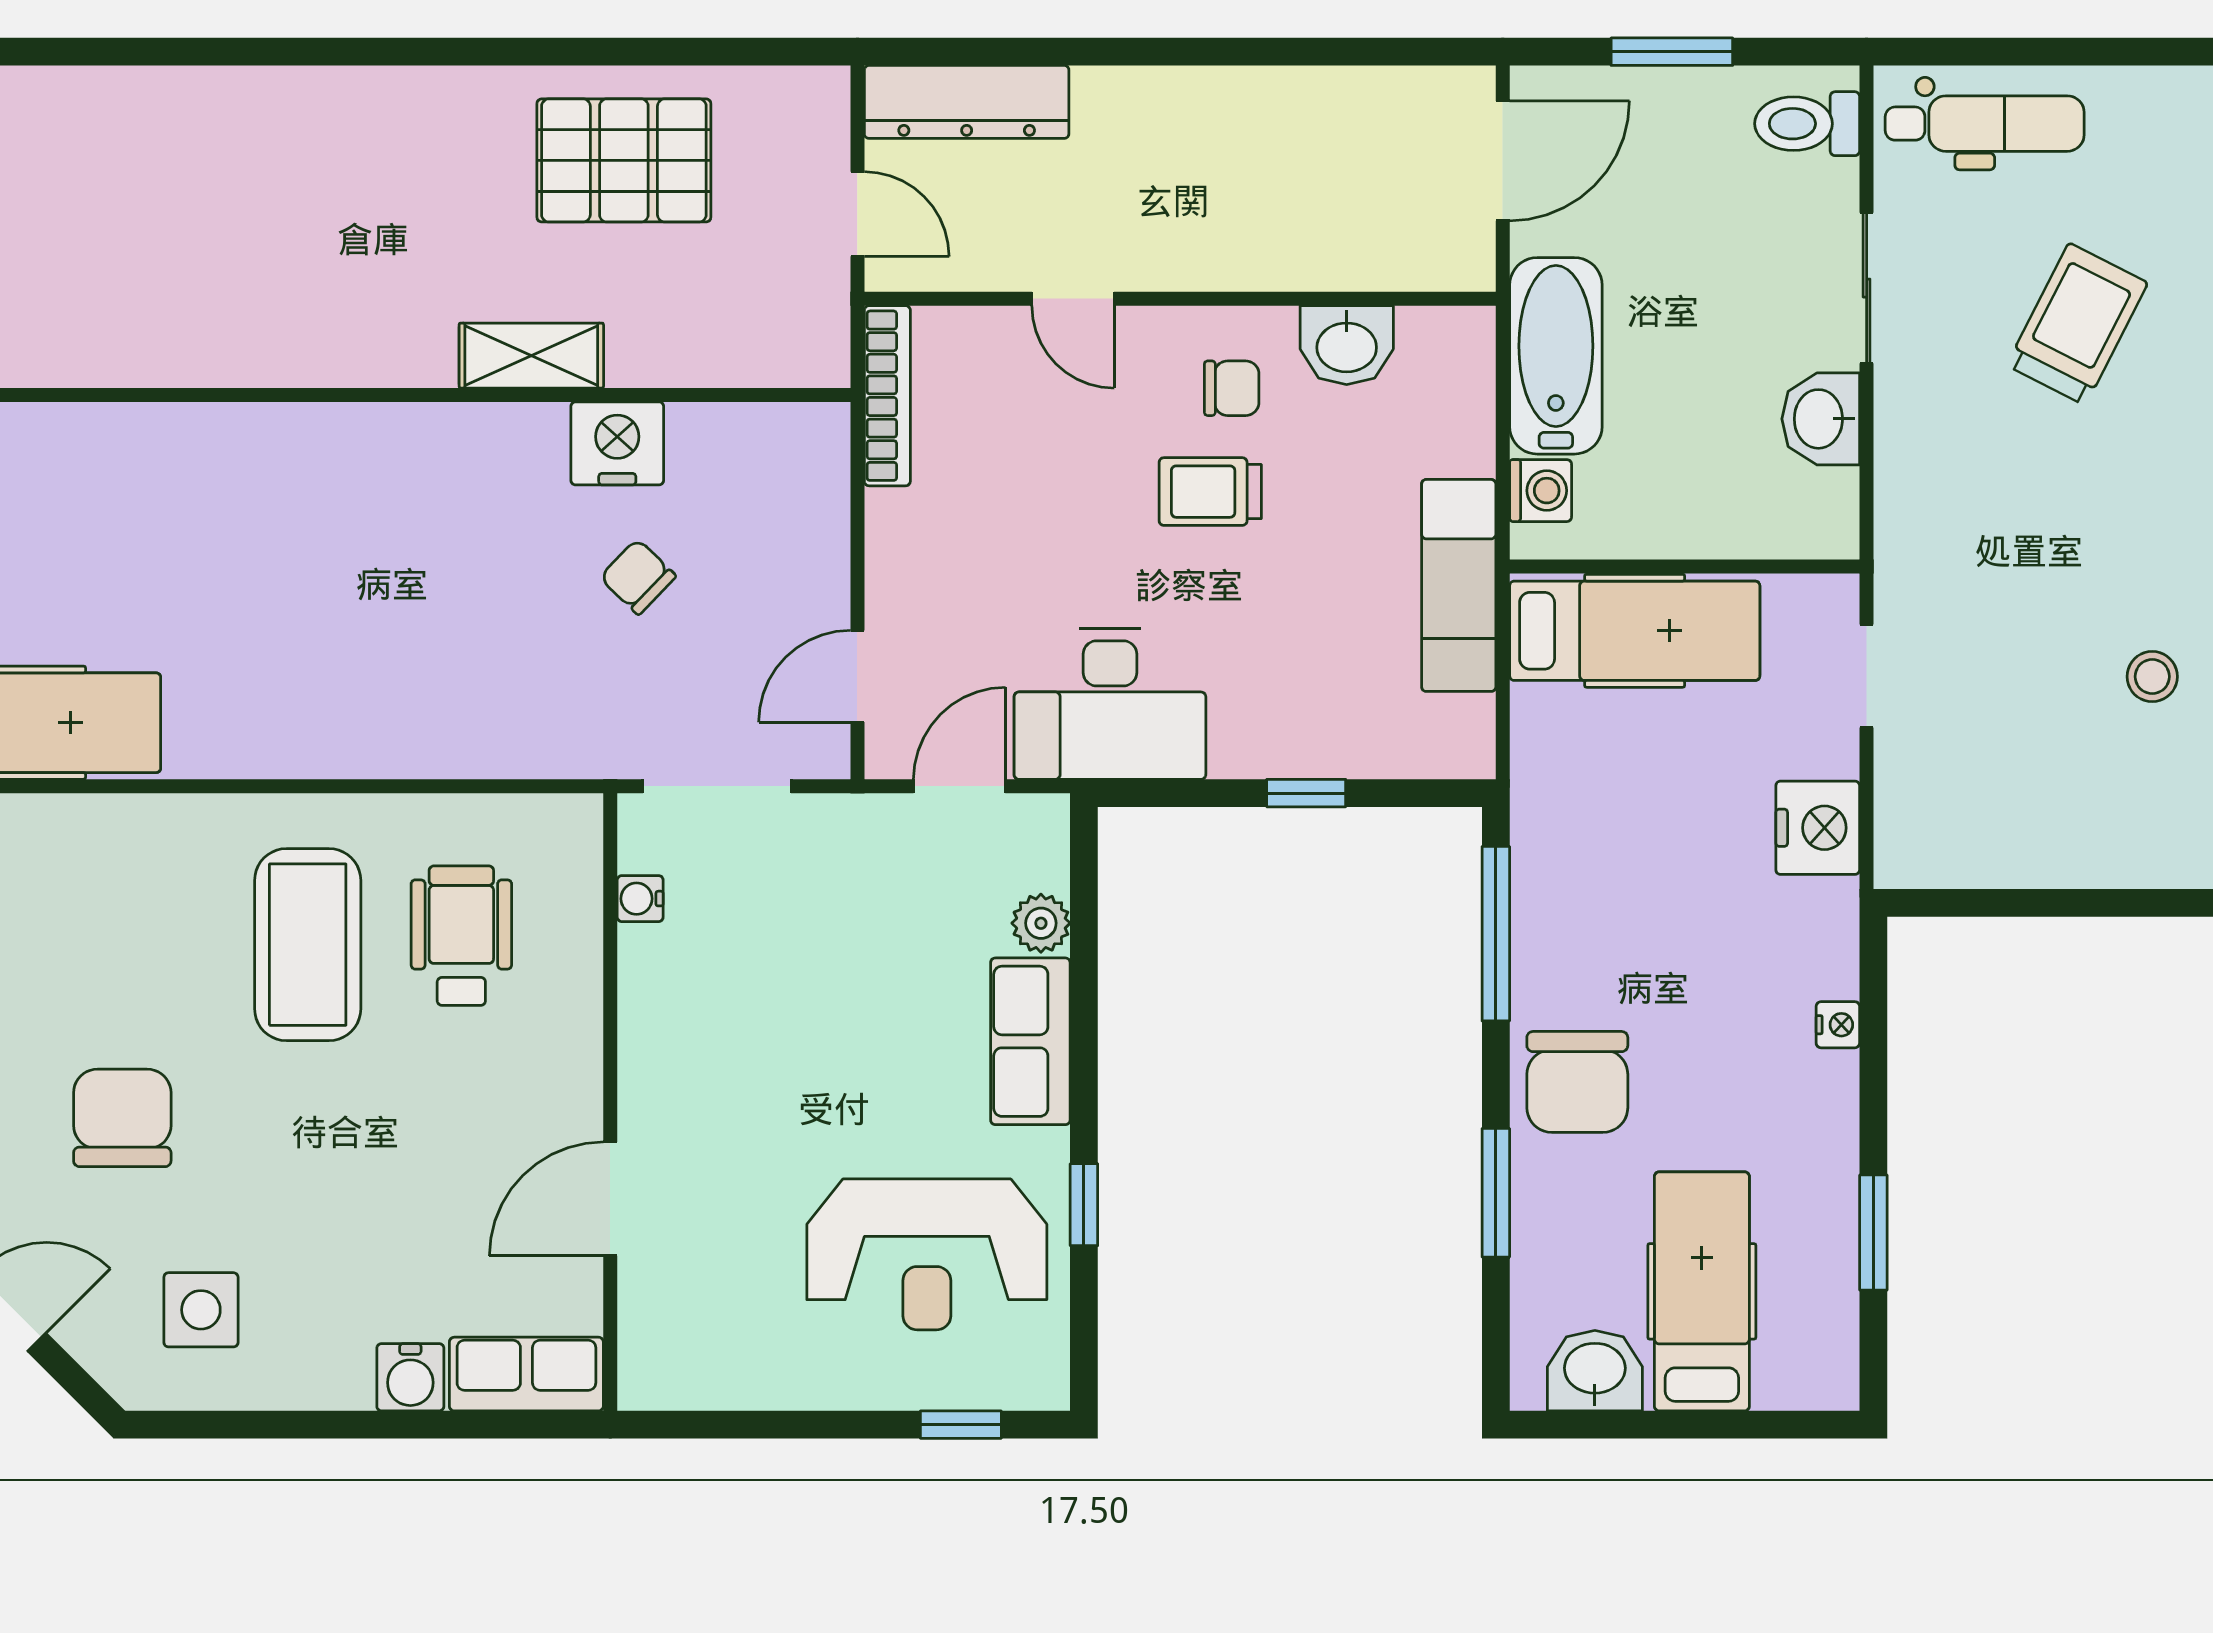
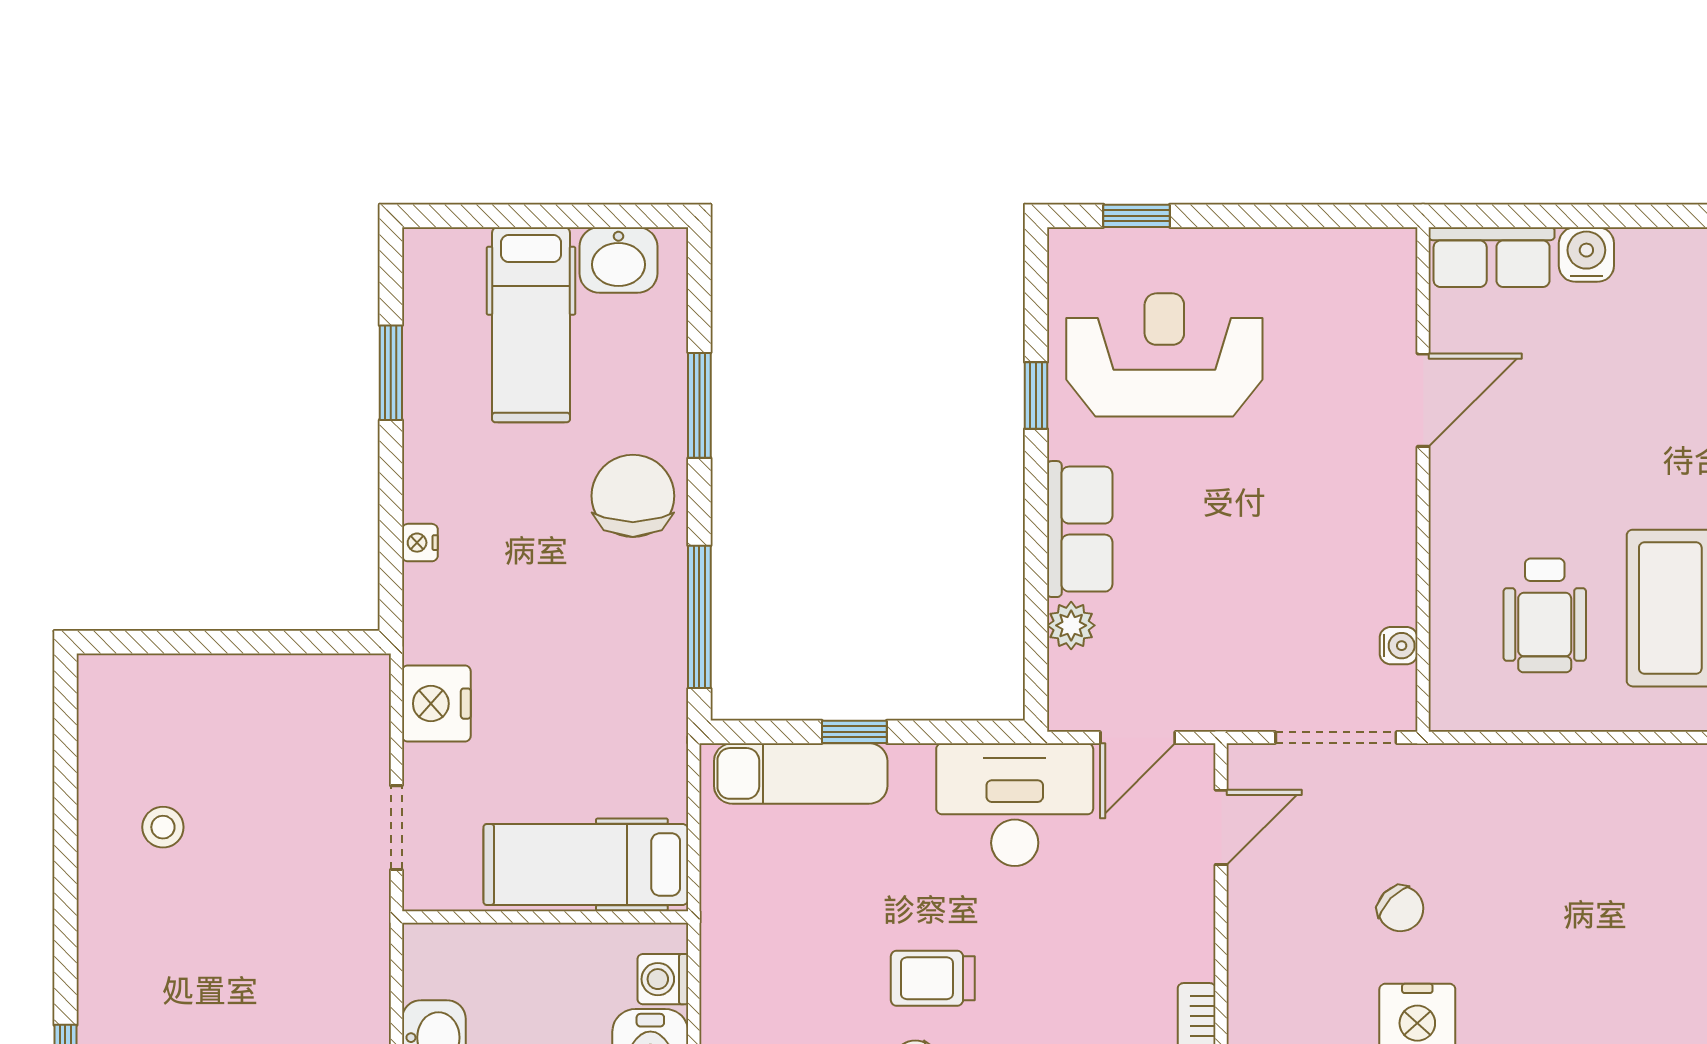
trolley: (1210, 492) -> (933, 978), turned 180
exam couch: (1459, 585) -> (801, 773), moved, turned 90

